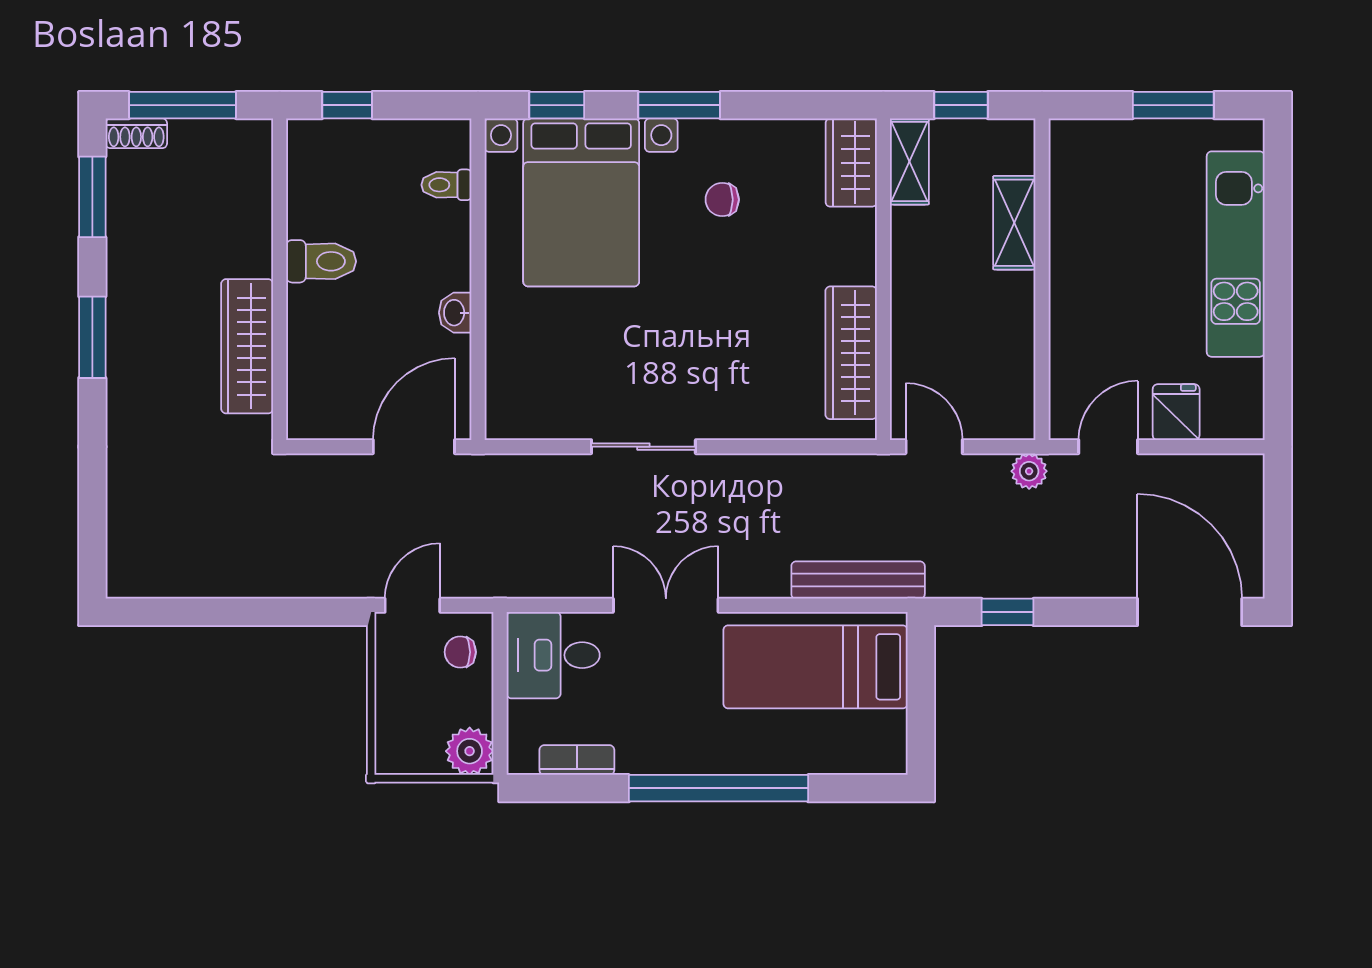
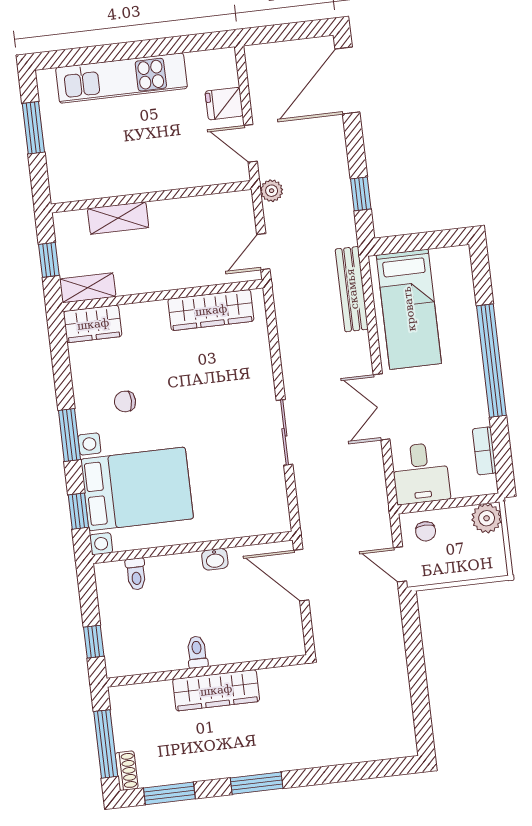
chair: (722, 200) -> (125, 401), turned 90
toilet: (321, 261) -> (197, 652), width x0.73, depth x0.72
wardrobe: (247, 346) -> (216, 690), moved

